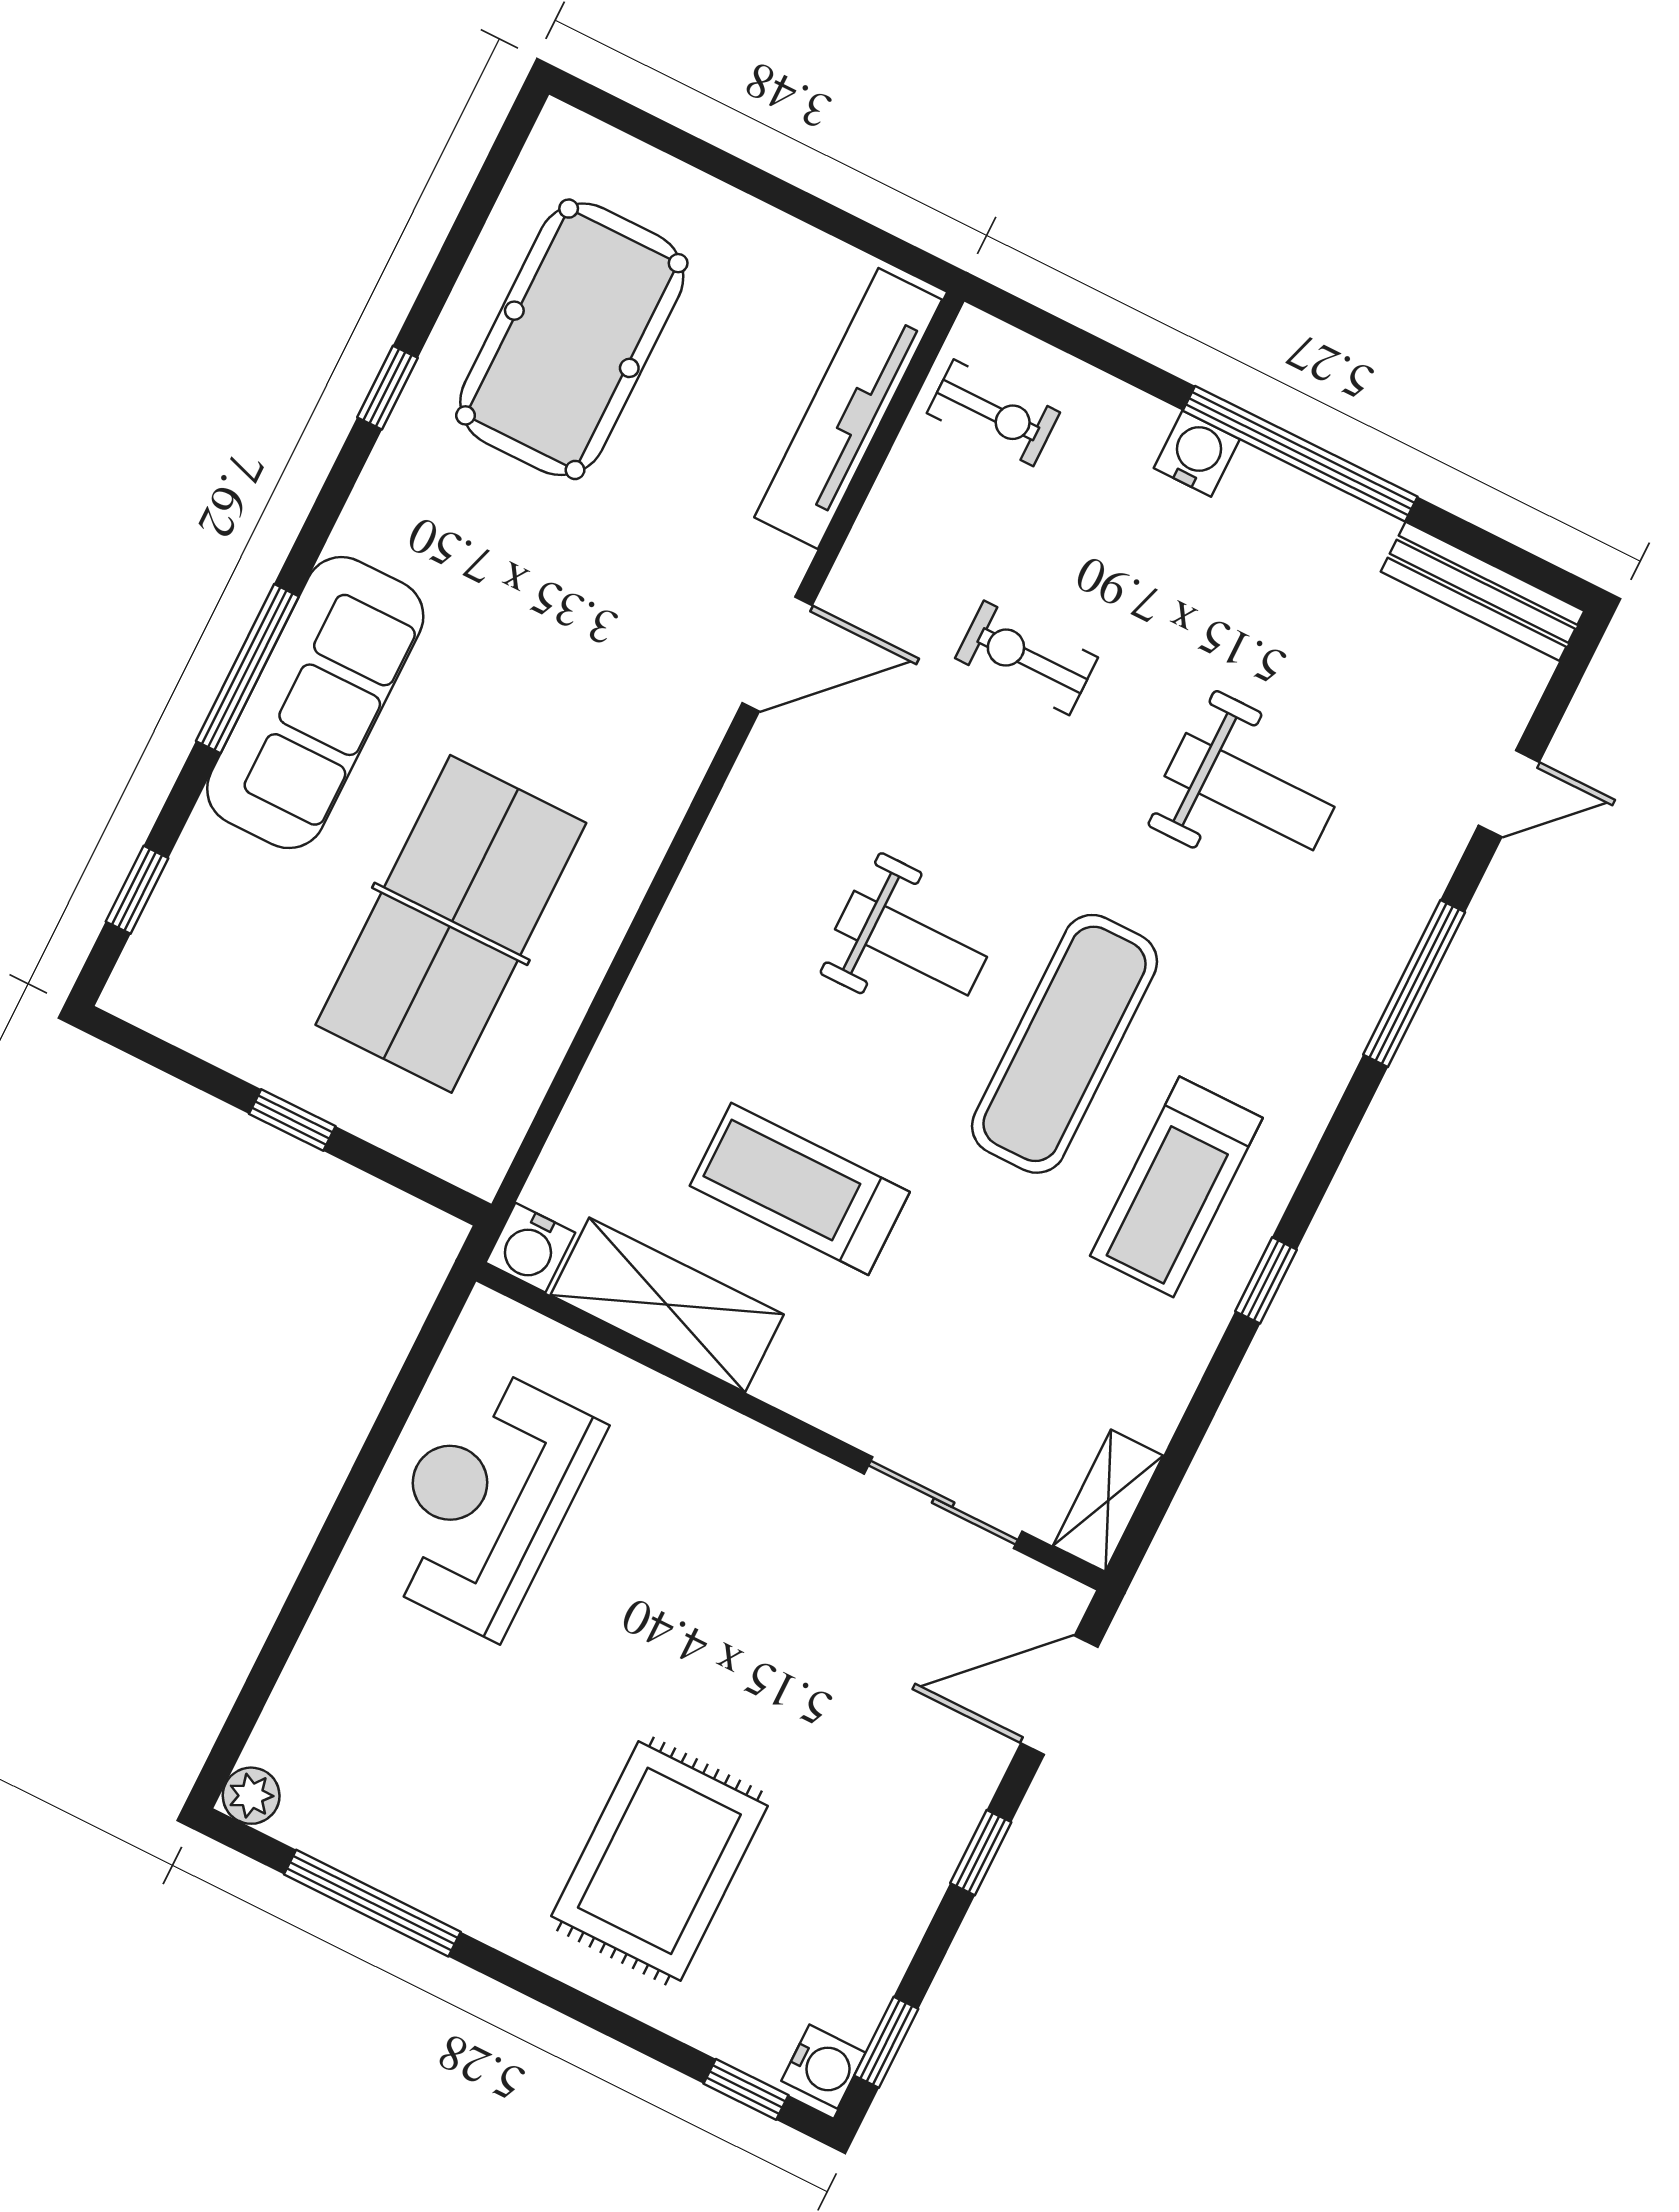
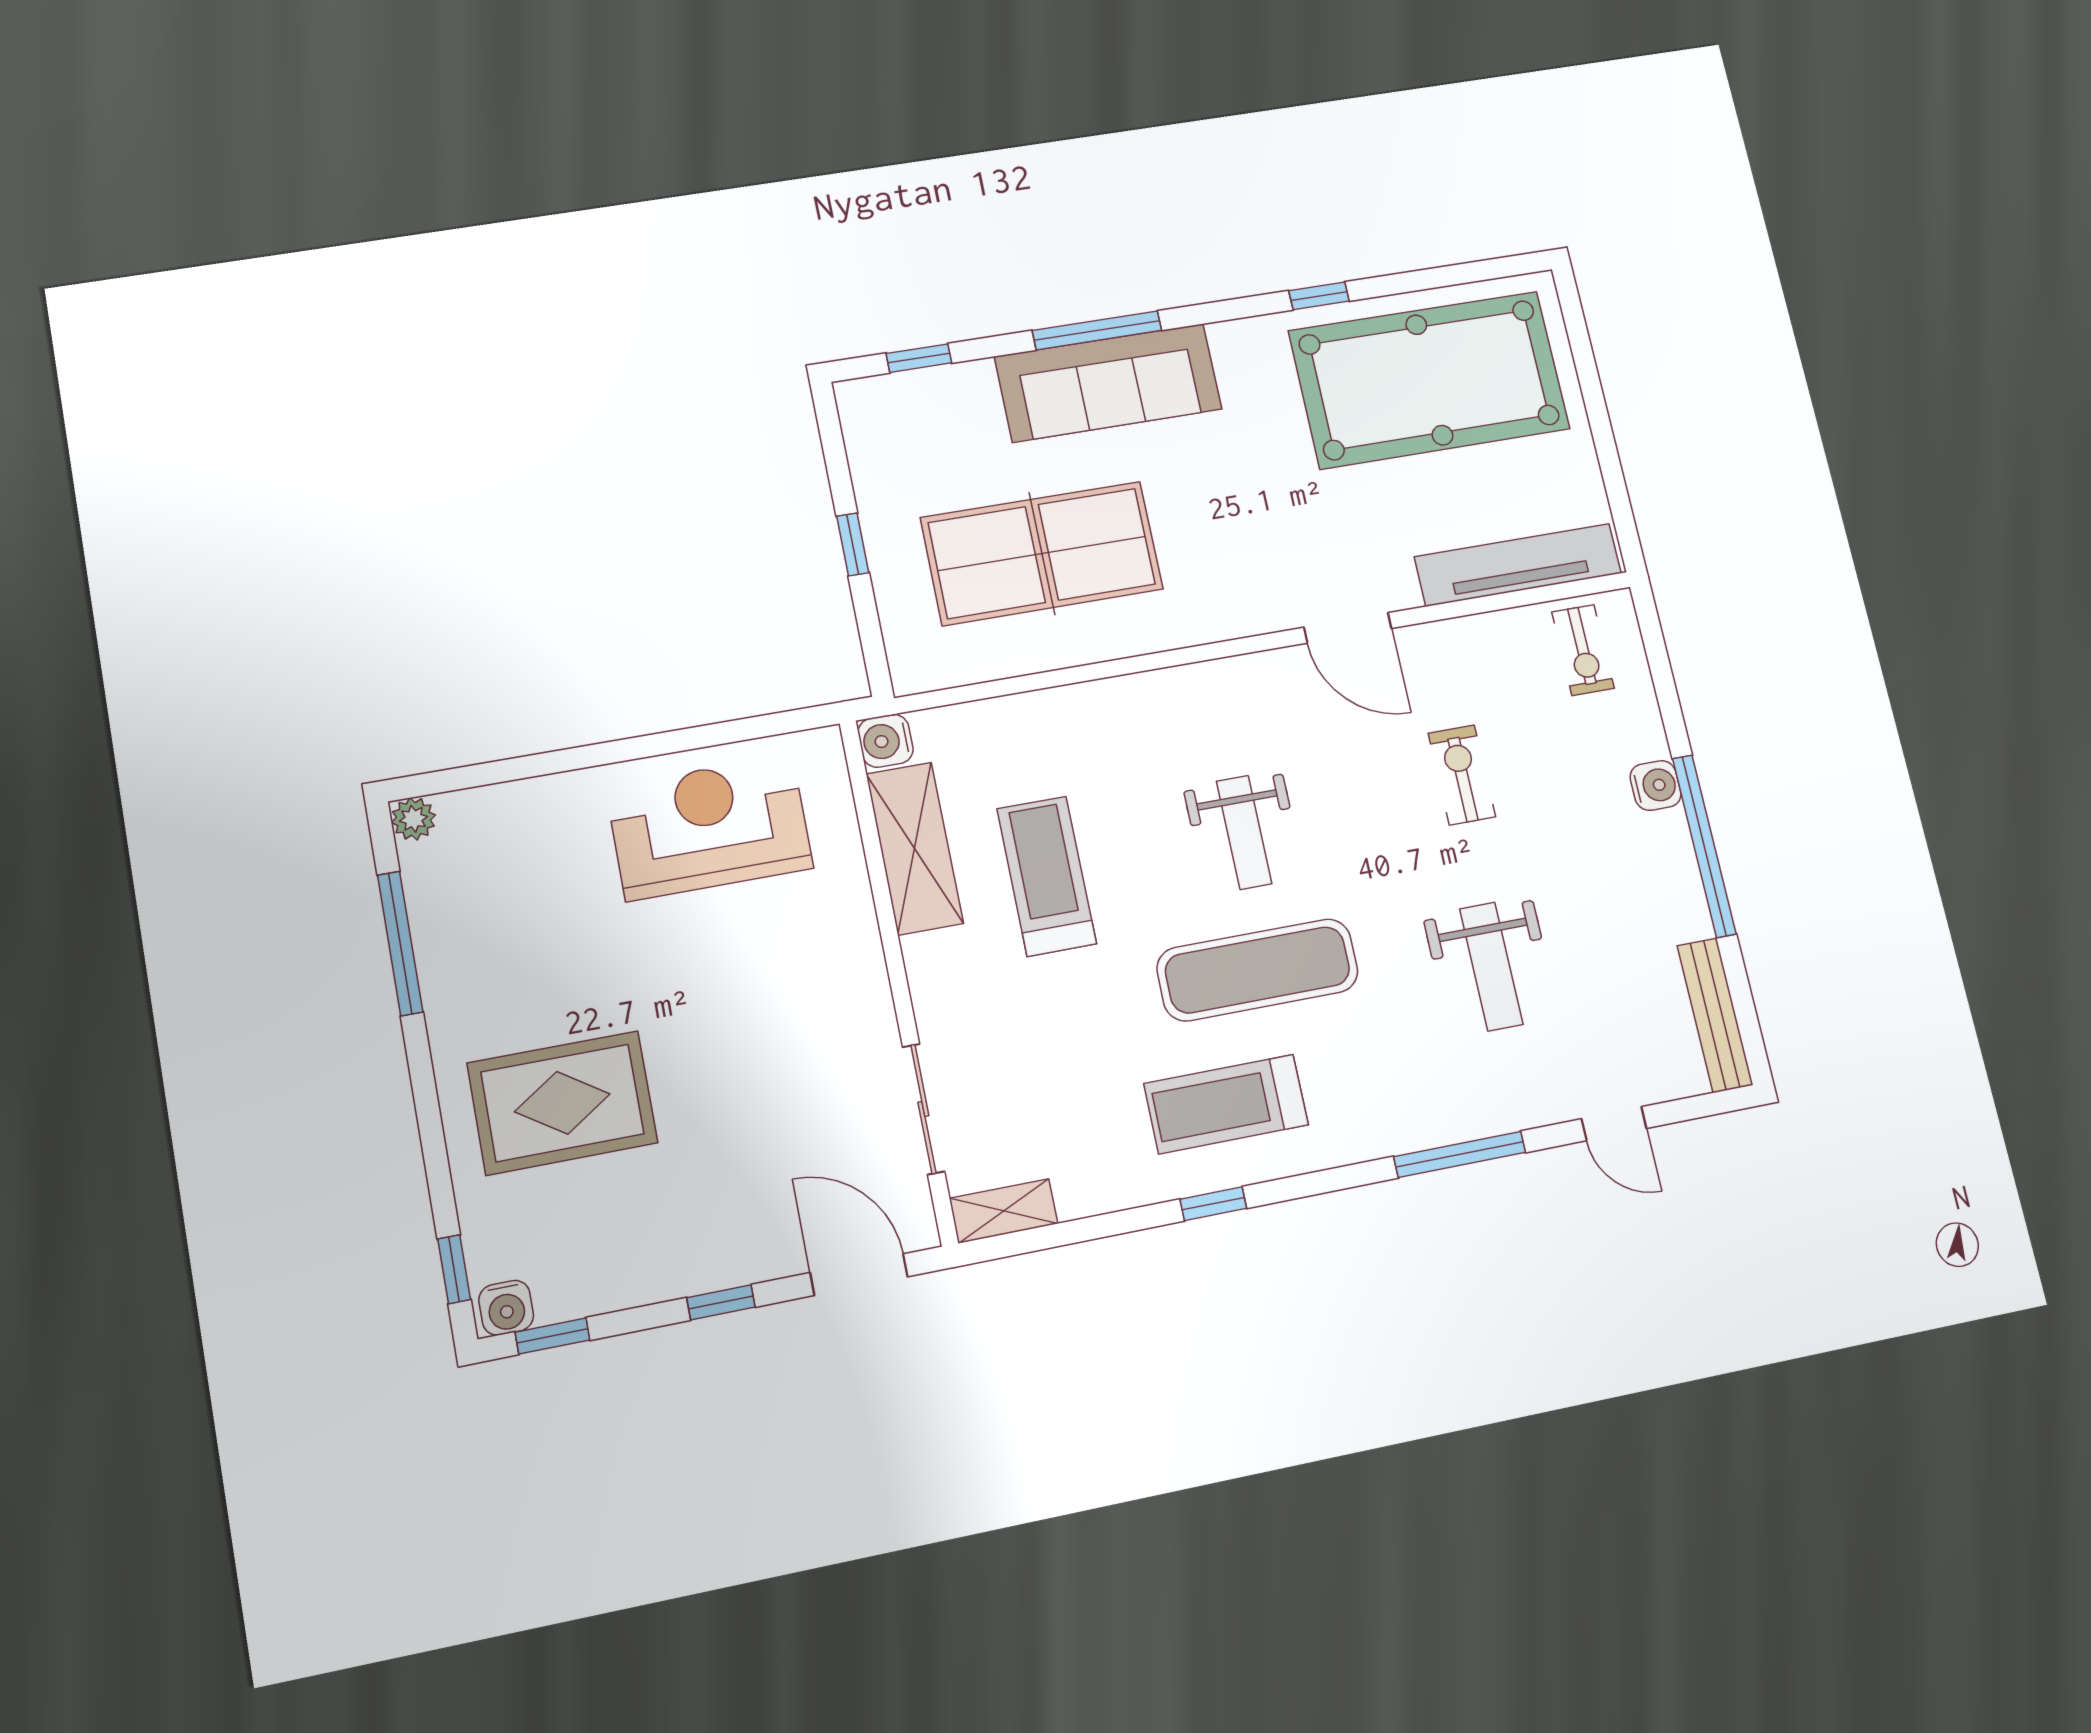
pool table: (572, 339) -> (1429, 380), width x1.36, depth x1.32

